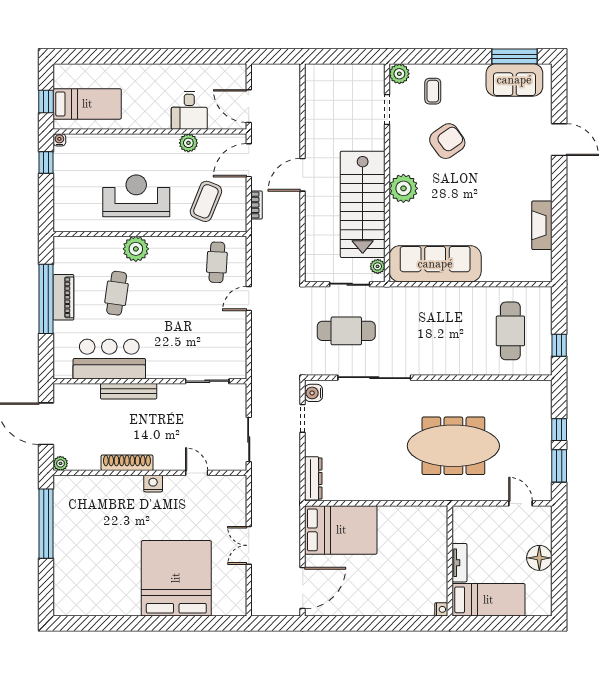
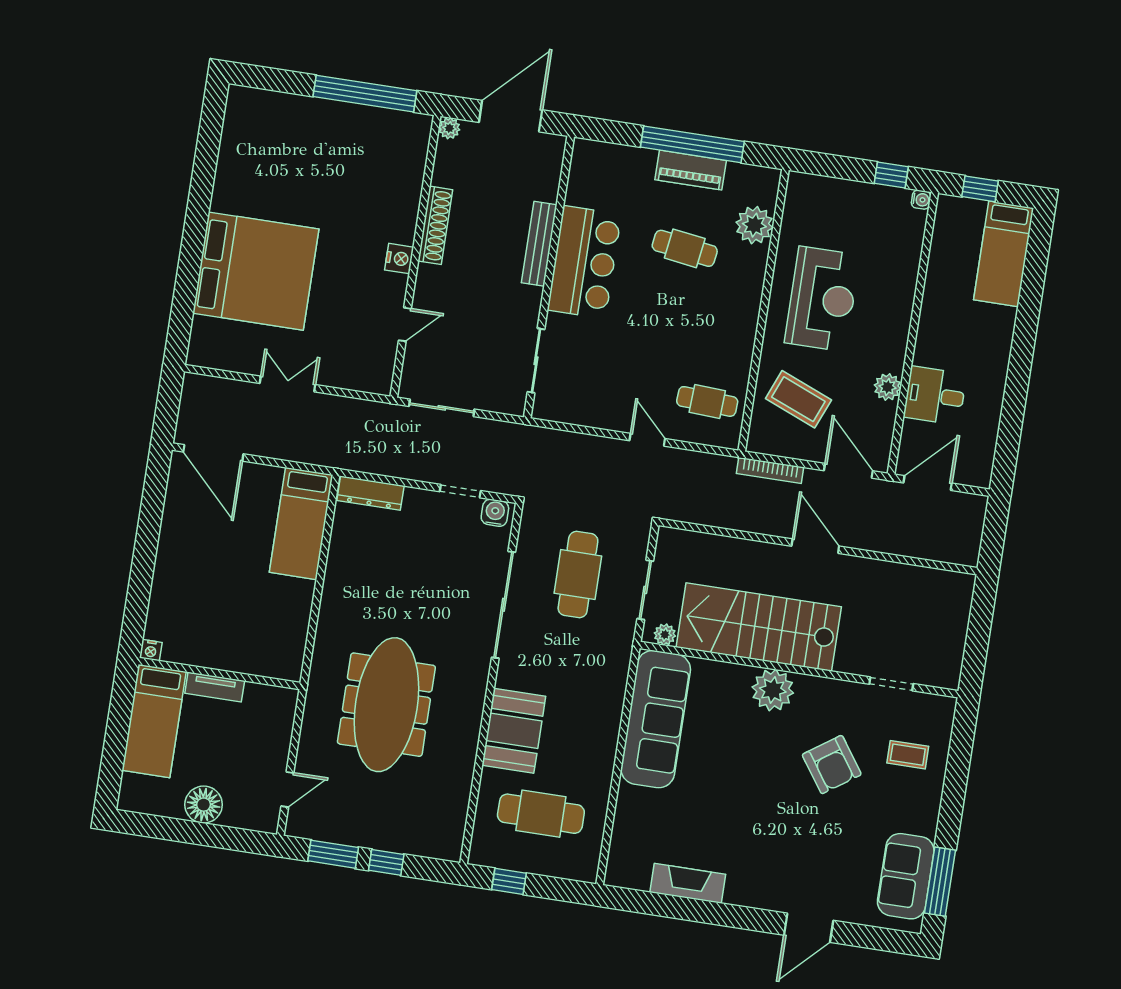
plant: (399, 74) -> (941, 710), removed
bed: (87, 104) -> (1004, 254), moved
bookcase: (257, 205) -> (770, 470), width x1.56
plant: (136, 249) -> (754, 225), moved
booth: (458, 358) -> (514, 731), added
bar counter: (109, 359) -> (584, 262), moved
bed: (341, 530) -> (301, 524), width x0.67

